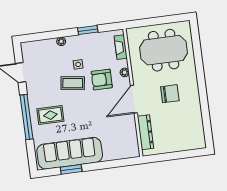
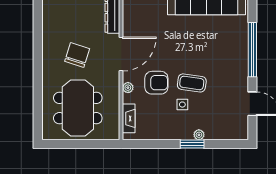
window: (88, 30) -> (192, 144), moved
meeting table: (164, 50) -> (78, 108), turned 90
chair: (170, 94) -> (77, 55), turned 108
rug: (50, 115) -> (223, 48), removed

